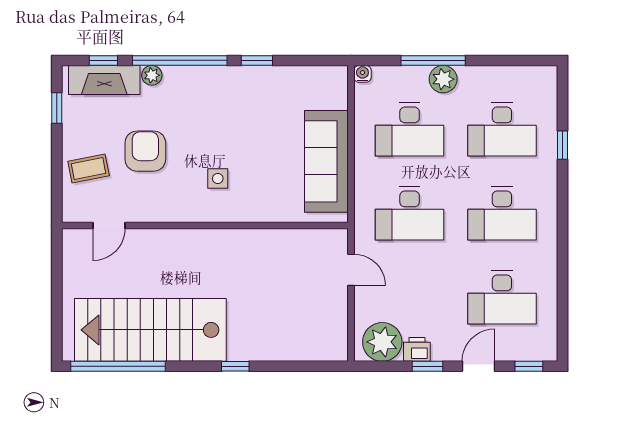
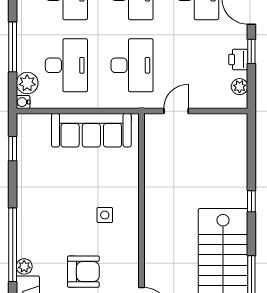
window: (257, 60) -> (13, 149), moved
plant: (443, 79) -> (27, 83), moved
armchair: (145, 151) -> (83, 272), turned 180
plant: (382, 342) -> (240, 87), width x0.53, depth x0.53

